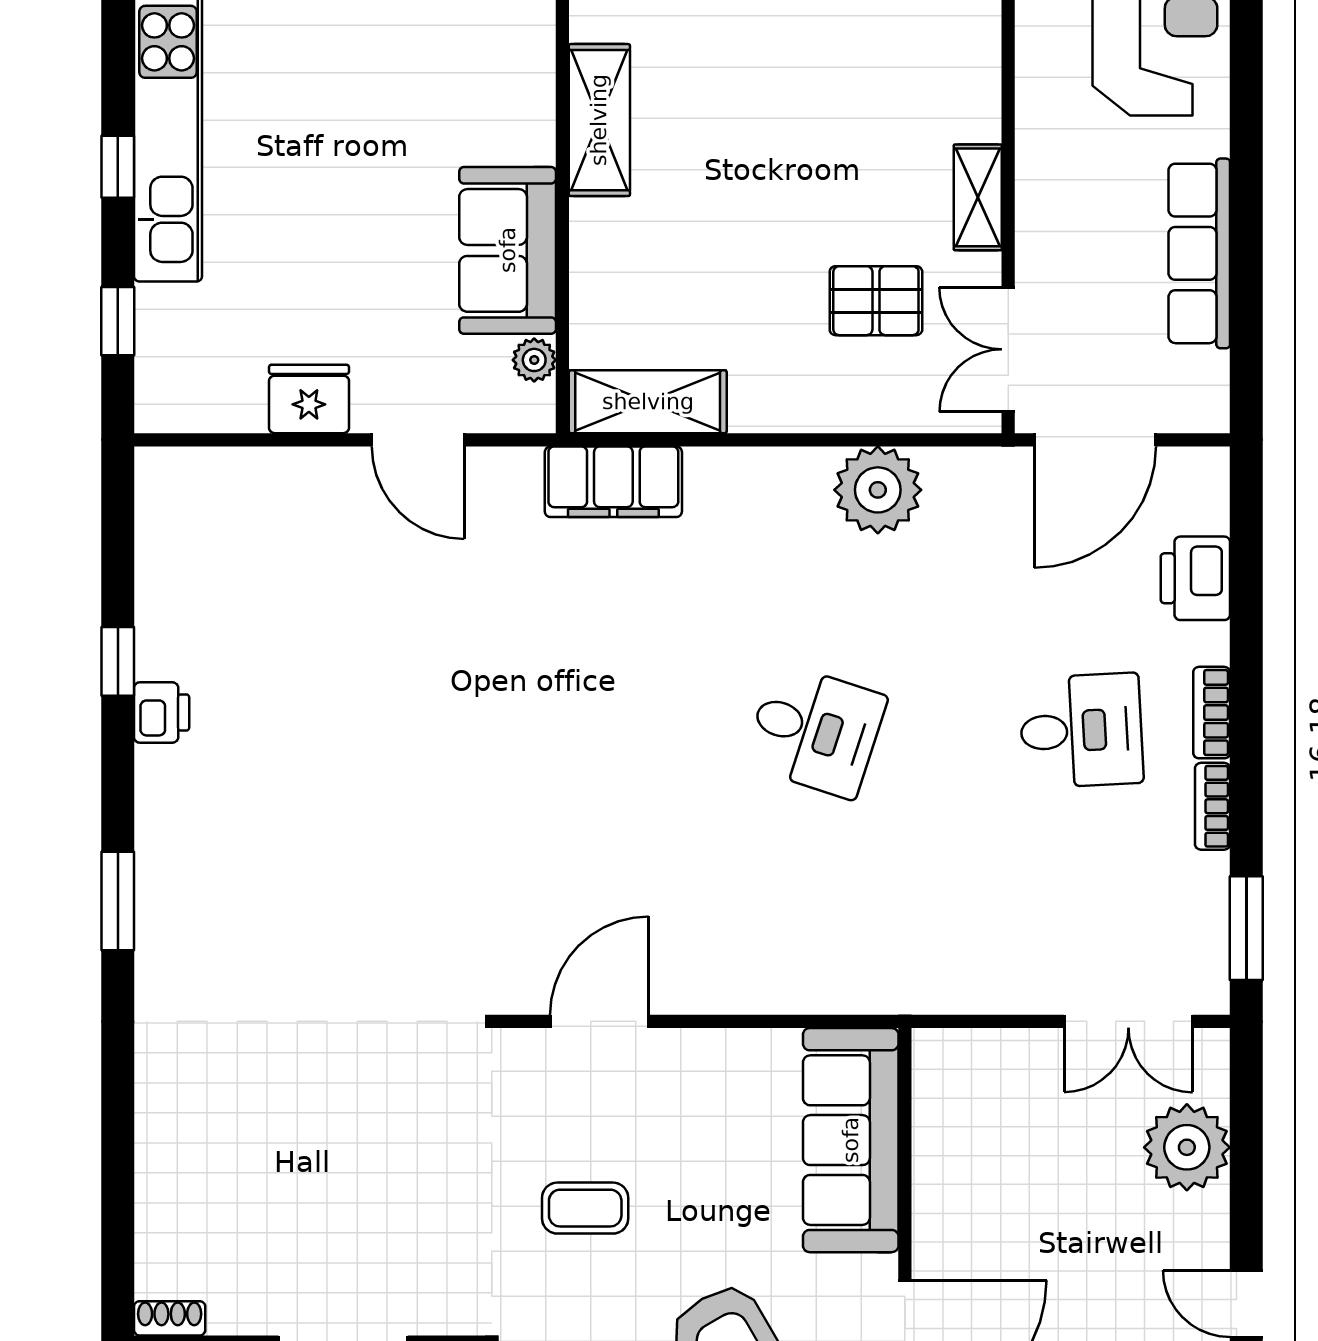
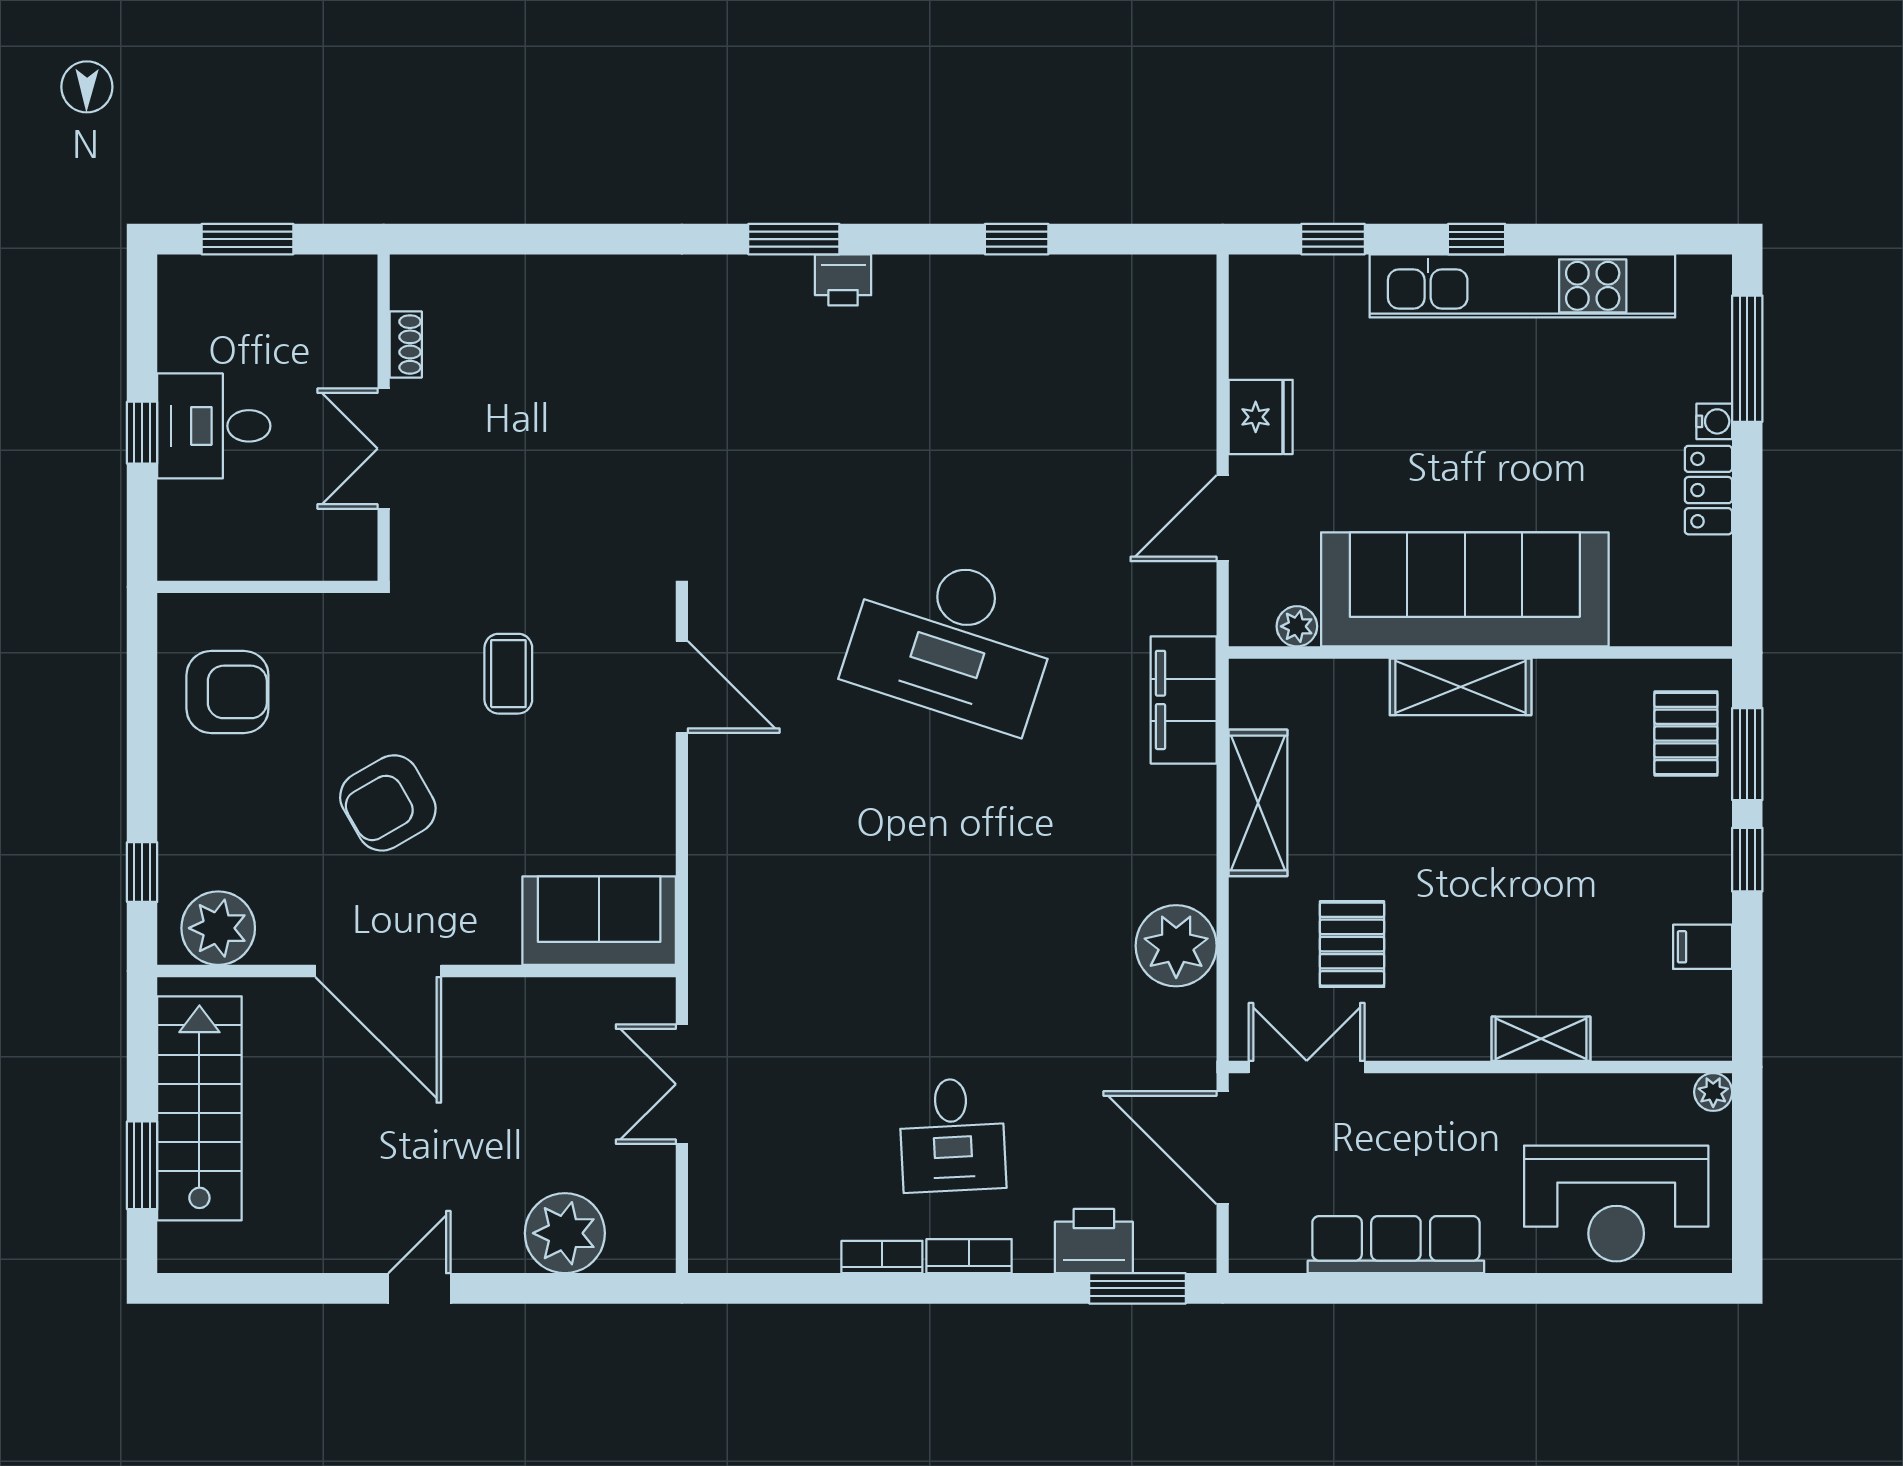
shelving: (599, 120) -> (1461, 687), moved
shelving: (978, 197) -> (1541, 1039), moved
sofa: (508, 250) -> (1465, 589), width x1.85, depth x1.27
shelving: (648, 402) -> (1258, 803), moved
printer: (162, 712) -> (843, 280), moved
desk: (815, 731) -> (952, 640), moved, width x1.87, depth x1.30
window: (1246, 928) -> (1137, 1288), moved
double door: (1128, 1021) -> (682, 1084), moved
sofa: (851, 1140) -> (599, 921), width x0.73
shoe rack: (170, 1318) -> (406, 344), moved

